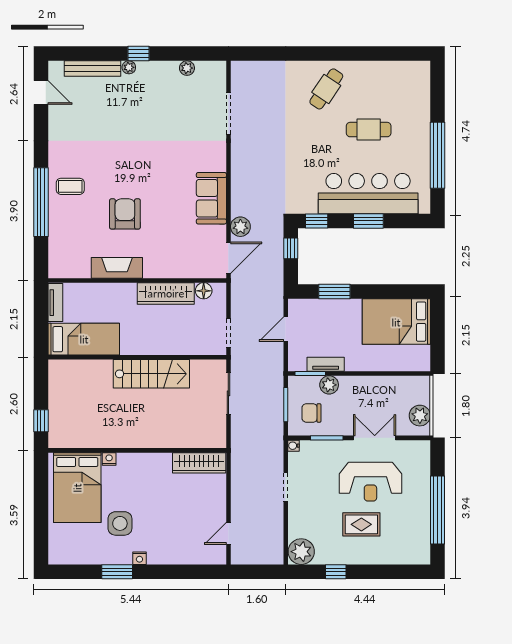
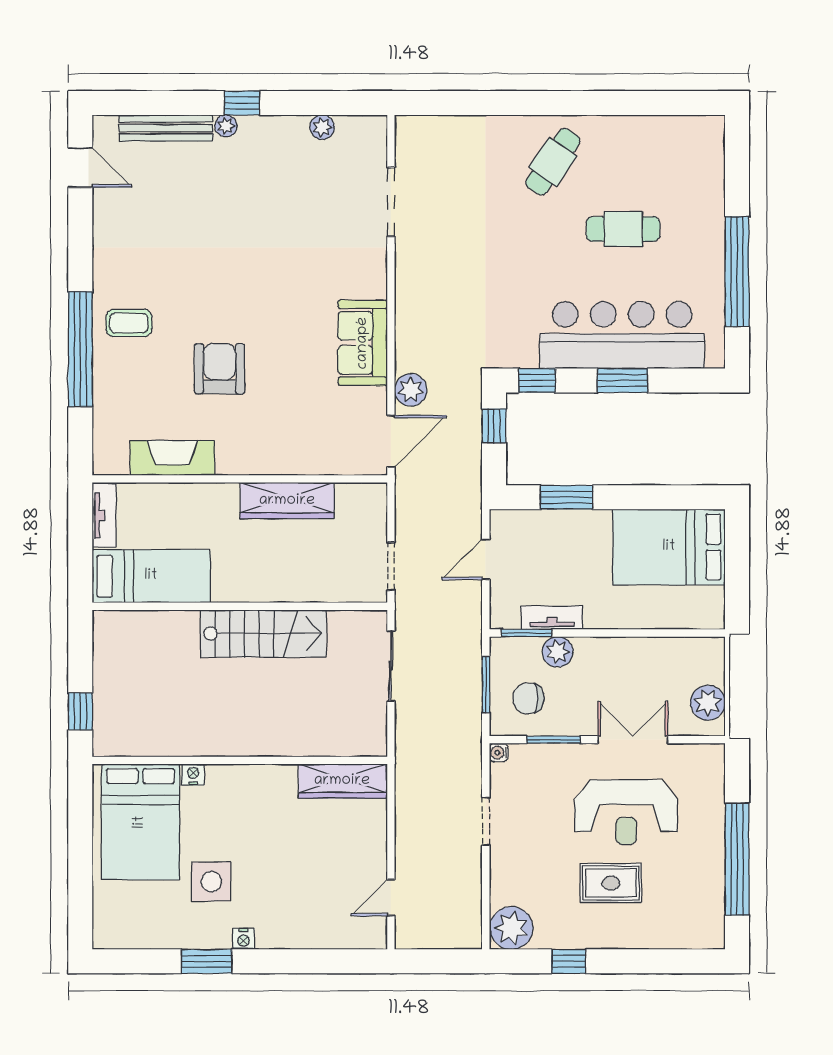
fireplace: (117, 268) -> (172, 458), moved
floor lamp: (204, 291) -> (350, 496), removed

